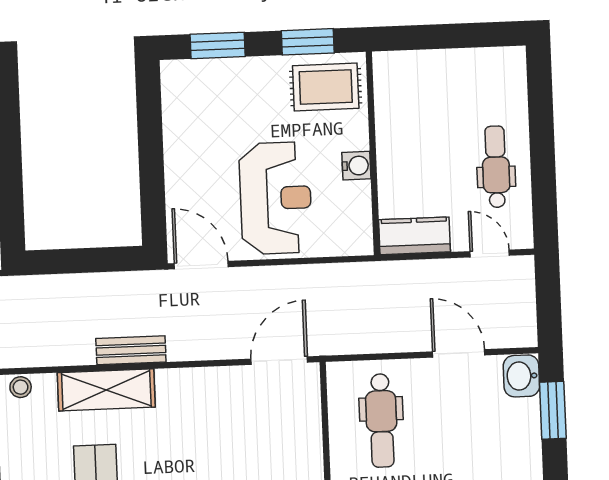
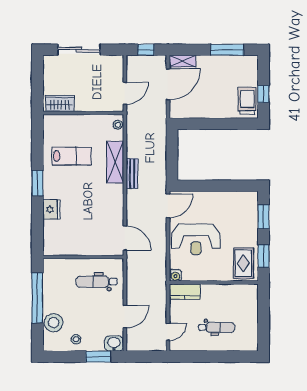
water cooler: (356, 166) -> (175, 275), moved
dental chair: (496, 167) -> (216, 327), moved
kitchen counter: (414, 236) -> (185, 292), moved, turned 90
stool: (515, 463) -> (76, 339), added

